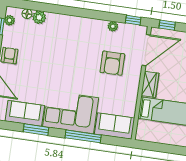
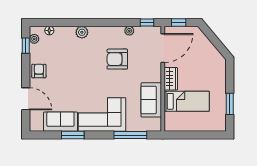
plant: (39, 17) -> (82, 32), moved
armchair: (112, 63) -> (117, 59), moved, turned 90
sofa: (115, 126) -> (151, 100), moved, turned -90
window: (83, 136) -> (130, 135), moved

